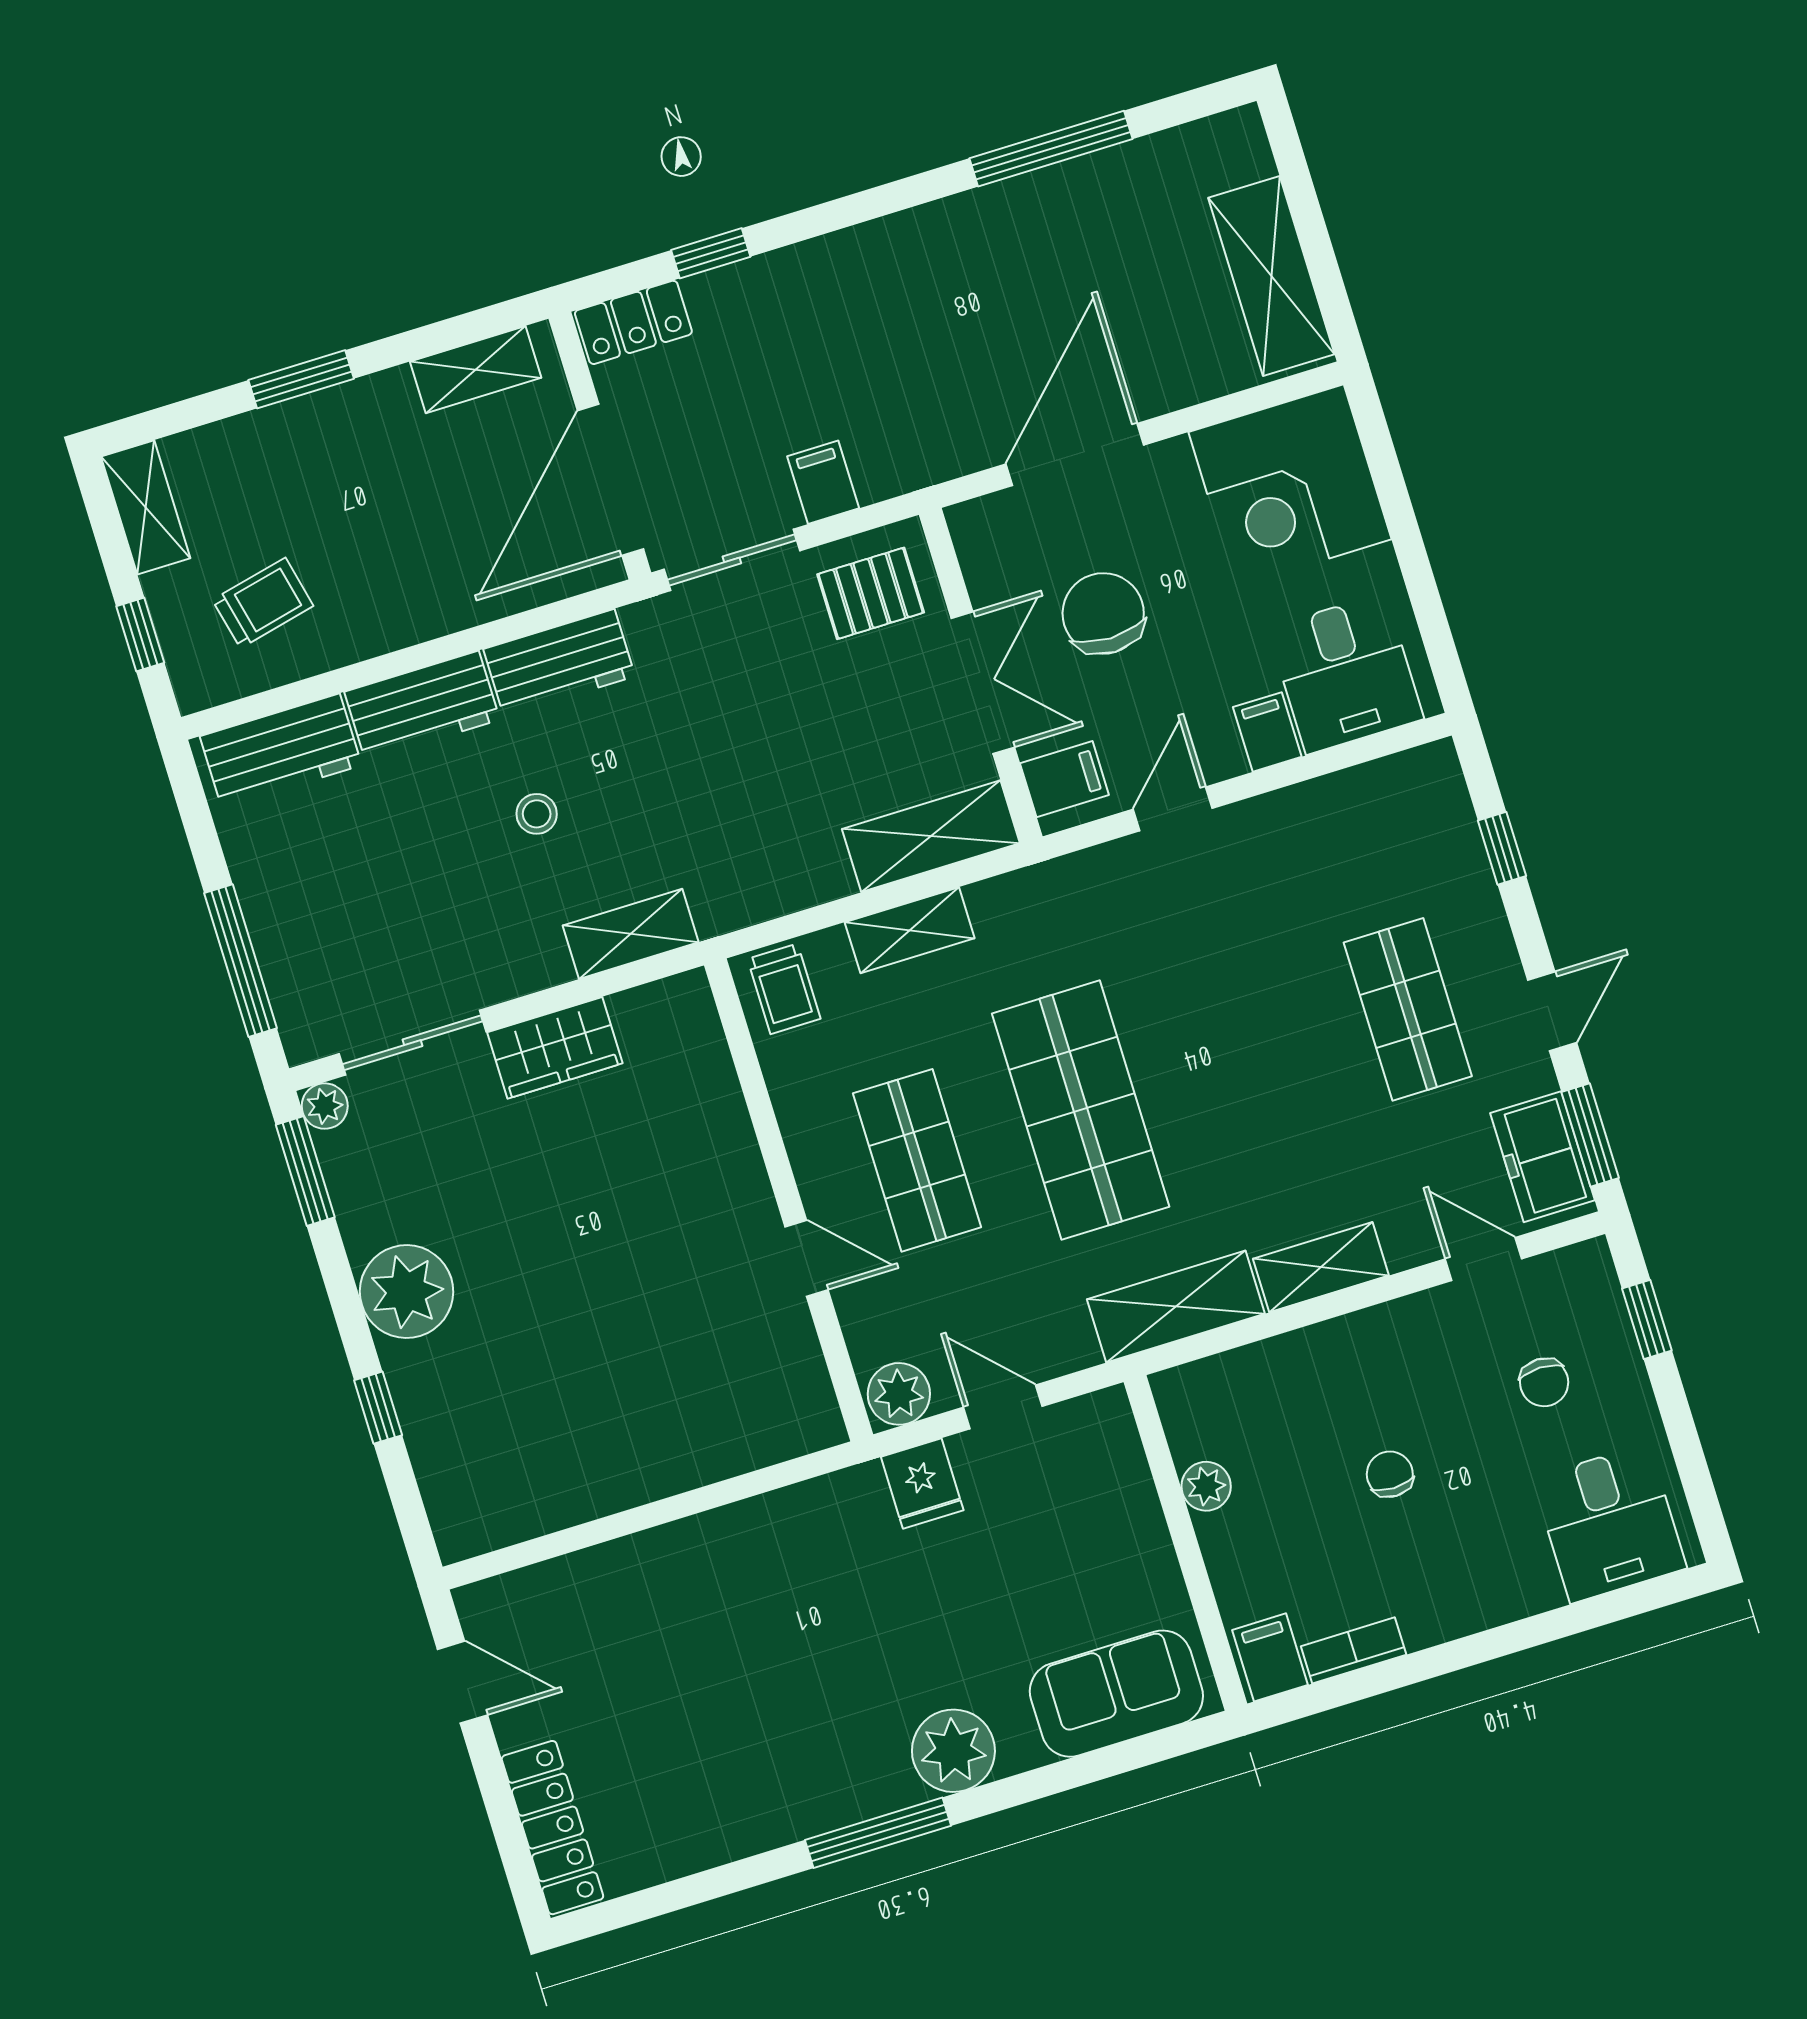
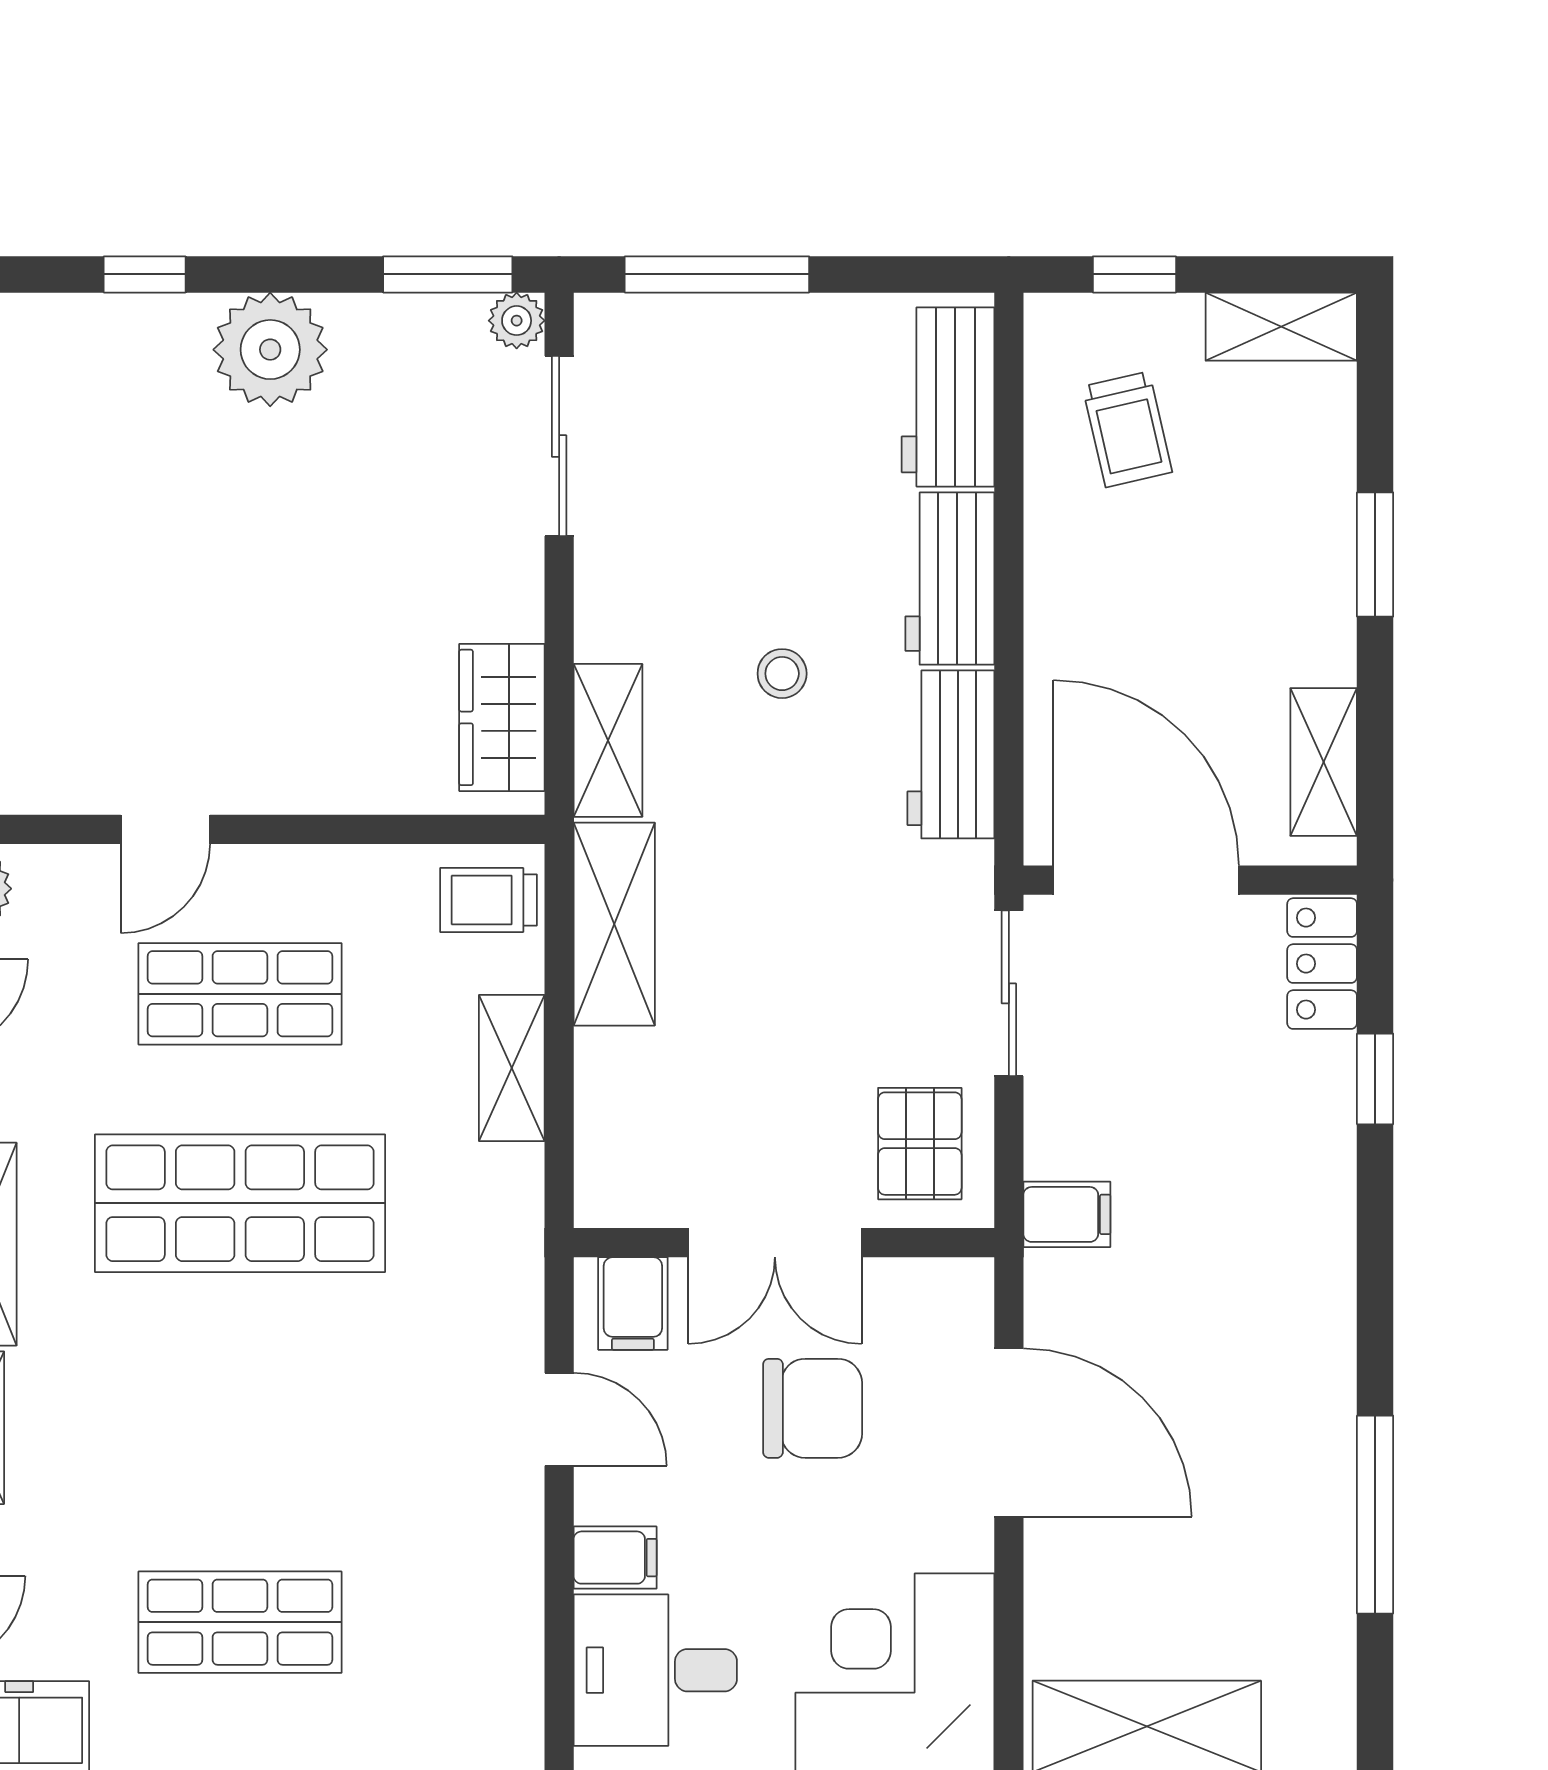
filing cabinet: (823, 482) -> (1067, 1214), moved
shelving: (931, 836) -> (614, 924), moved
wardrobe: (555, 1048) -> (502, 717), moved

